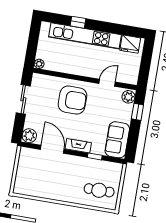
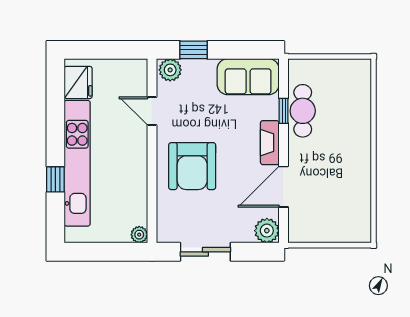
armchair: (72, 100) -> (192, 166), turned 180
cafe table: (99, 190) -> (303, 111), moved

